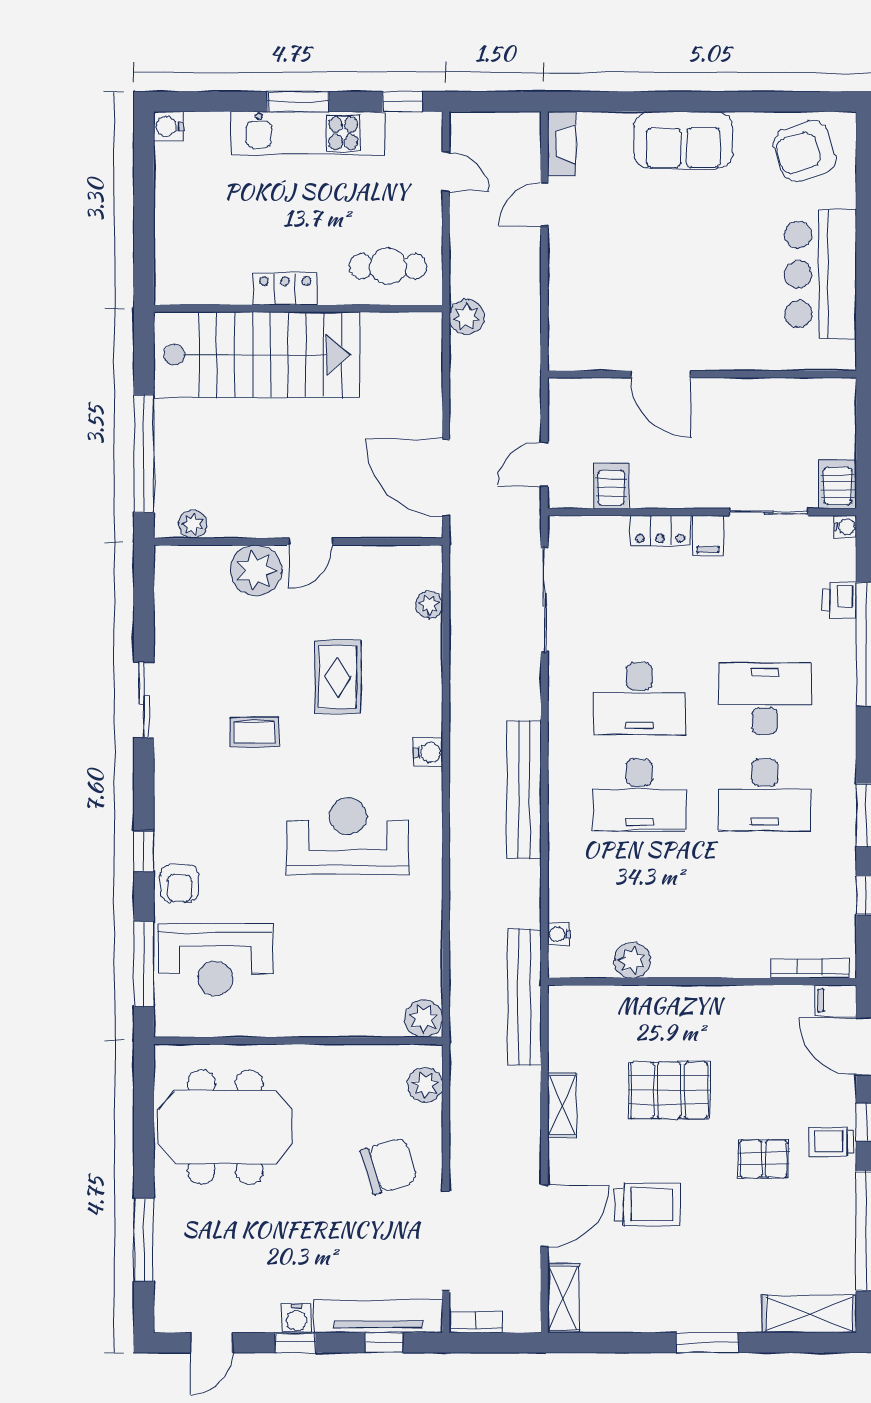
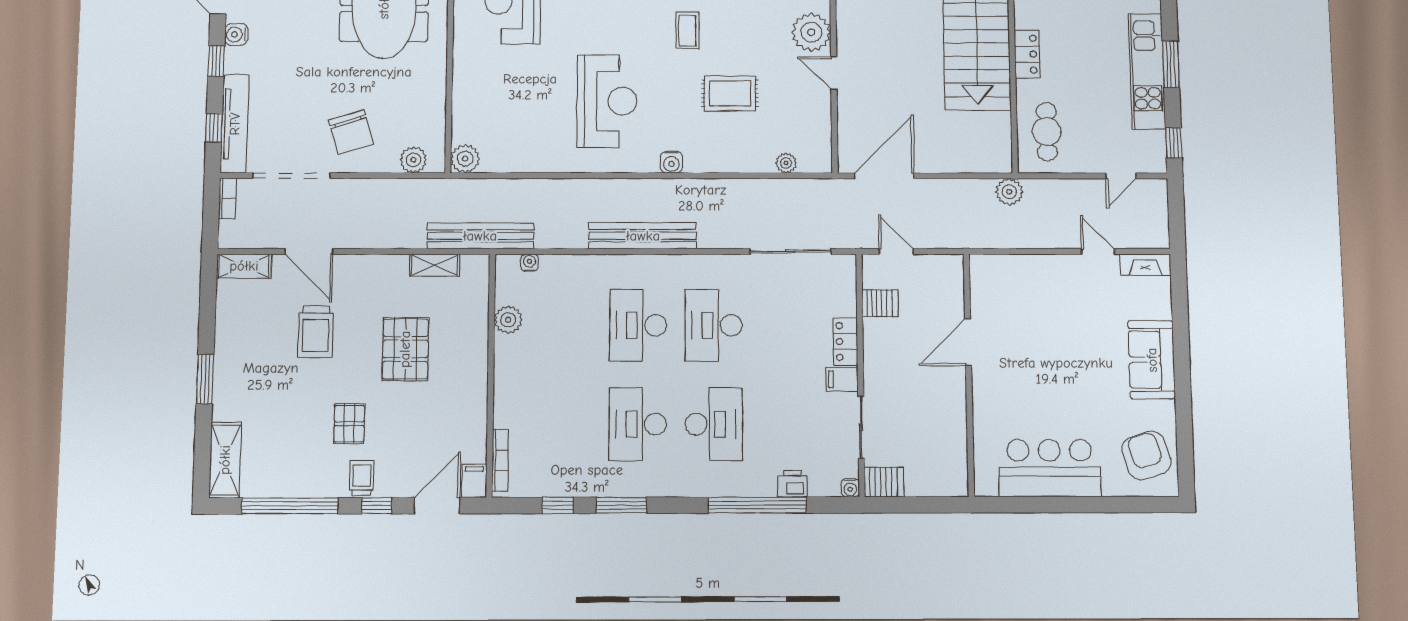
shelving: (562, 1105) -> (435, 265), moved
water cooler: (296, 1318) -> (236, 34), moved

